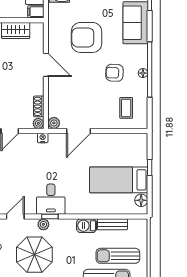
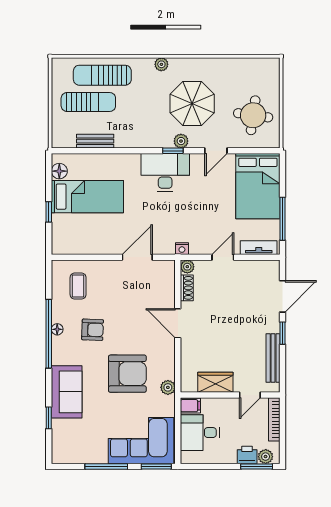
door: (46, 65) -> (178, 323), moved
plant: (54, 123) -> (168, 387), moved
desk: (51, 199) -> (165, 172), width x1.37
barbecue: (87, 226) -> (127, 139), removed

